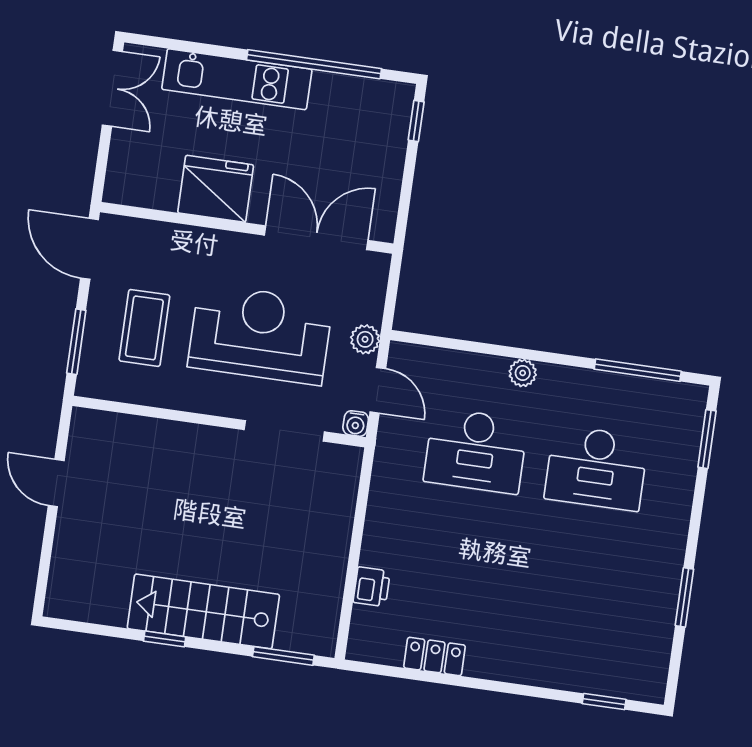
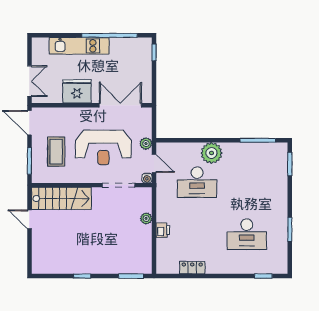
double door: (112, 88) -> (29, 81), moved
reception desk: (260, 334) -> (103, 147), turned 180
plant: (523, 373) -> (212, 153), width x1.88, depth x1.88
desk: (596, 468) -> (247, 234), moved
plant: (340, 521) -> (146, 218), added
printer: (372, 587) -> (163, 230), moved
stairs: (203, 611) -> (61, 198), moved, turned 180

